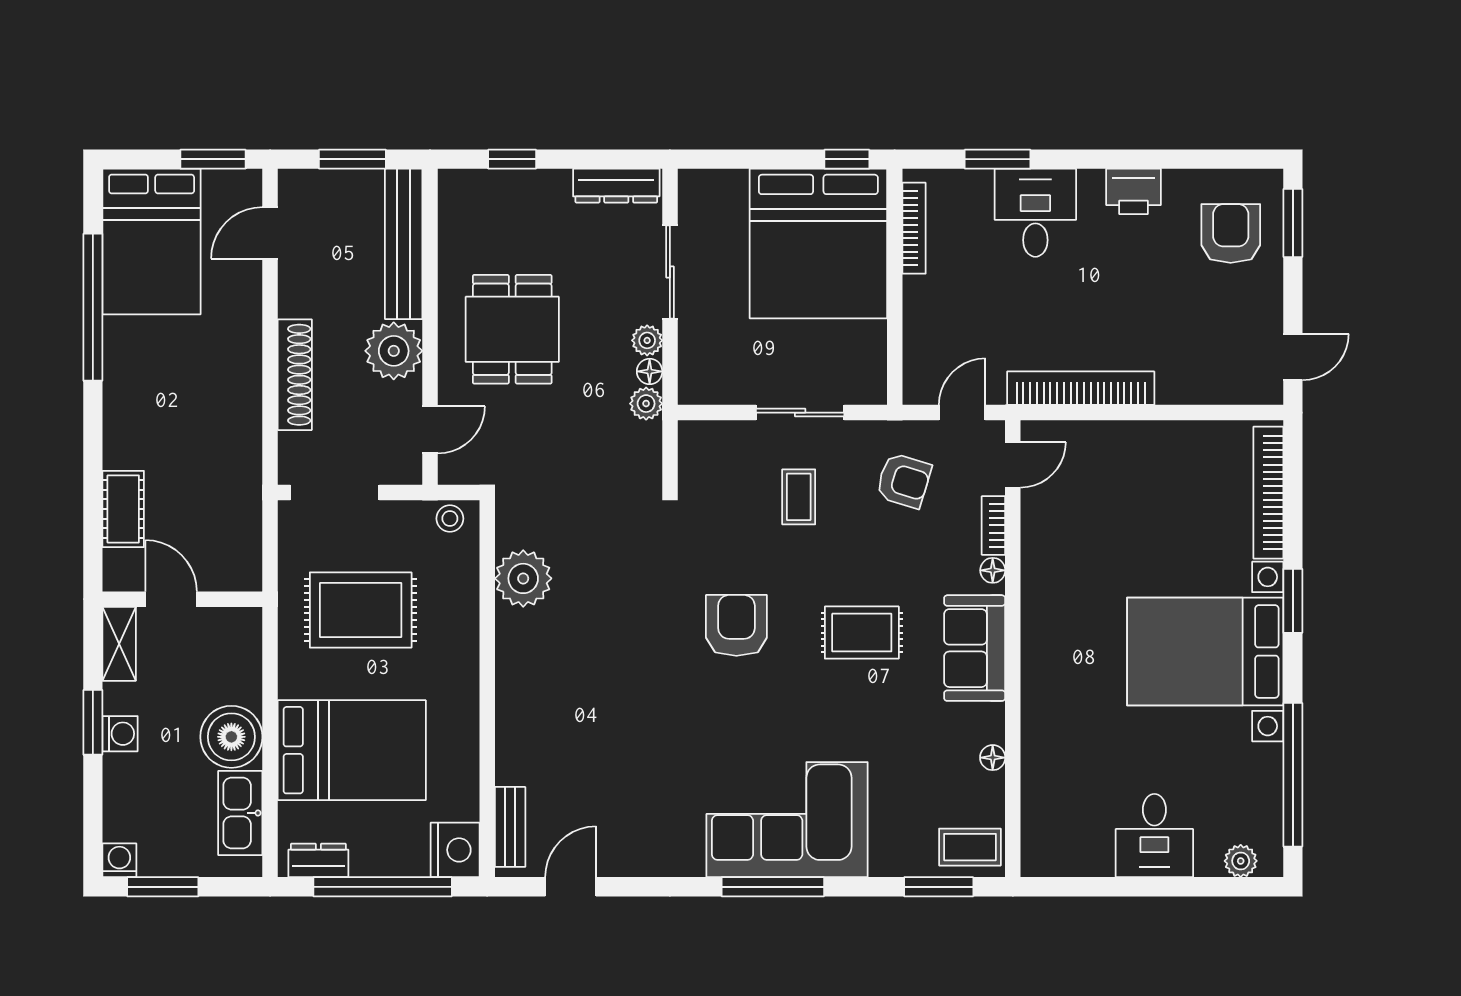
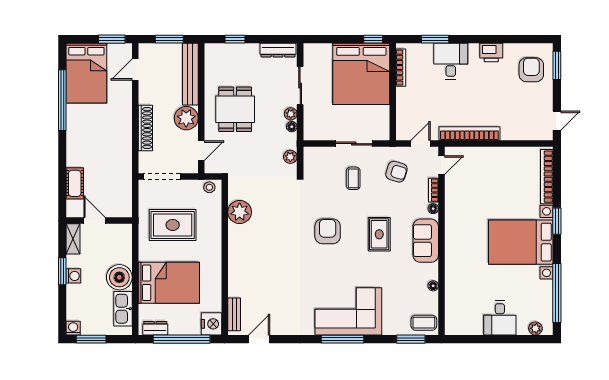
plant: (646, 404) -> (290, 157), moved
rug: (862, 633) -> (379, 234), turned 90

